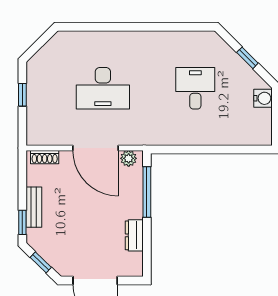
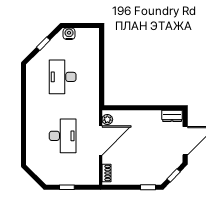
desk: (195, 88) -> (63, 77), width x1.37
window: (147, 192) -> (129, 108), removed
bench: (34, 207) -> (138, 180), removed
dresser: (134, 235) -> (172, 116), moved

